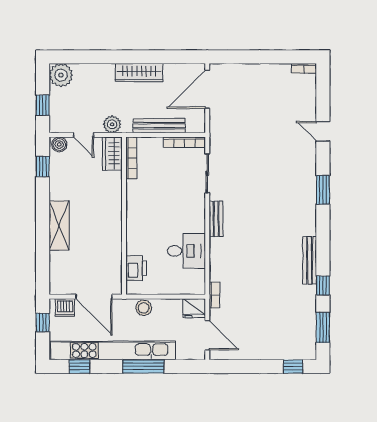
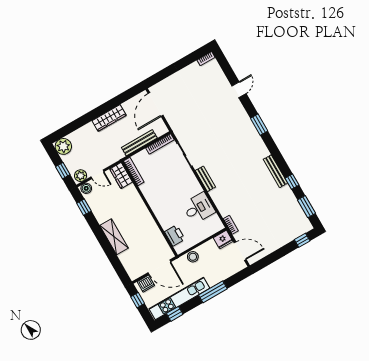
plant: (112, 124) -> (81, 176), moved
door: (323, 131) -> (239, 90), swing flipped
kitchen unit: (113, 351) -> (179, 299), width x0.73

